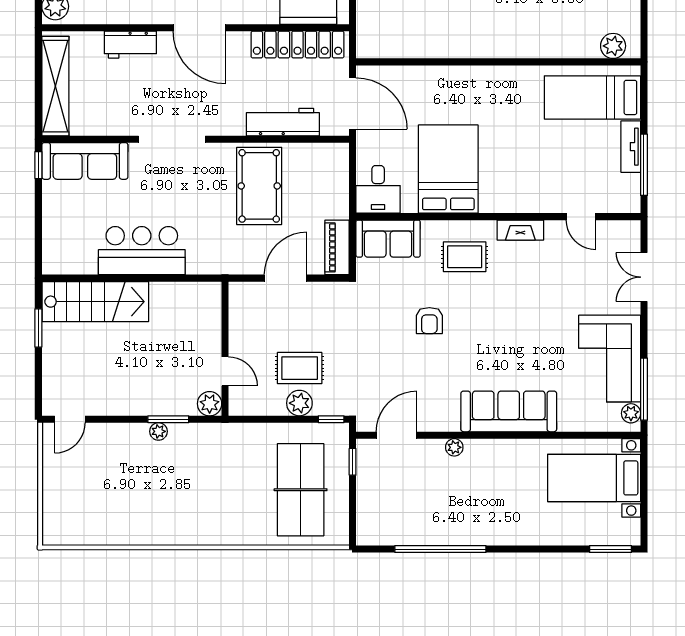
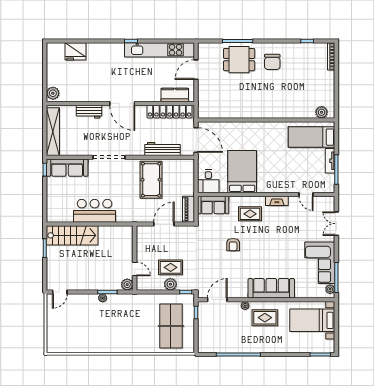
rug: (495, 473) -> (265, 318), added

